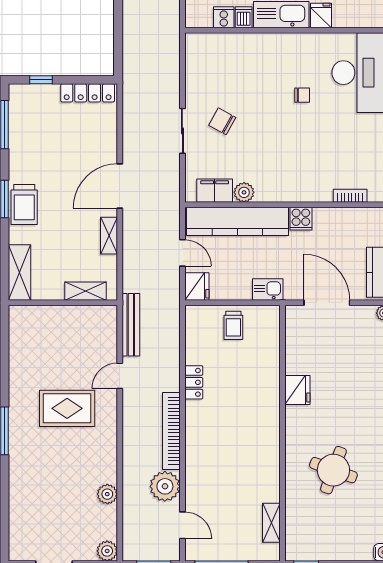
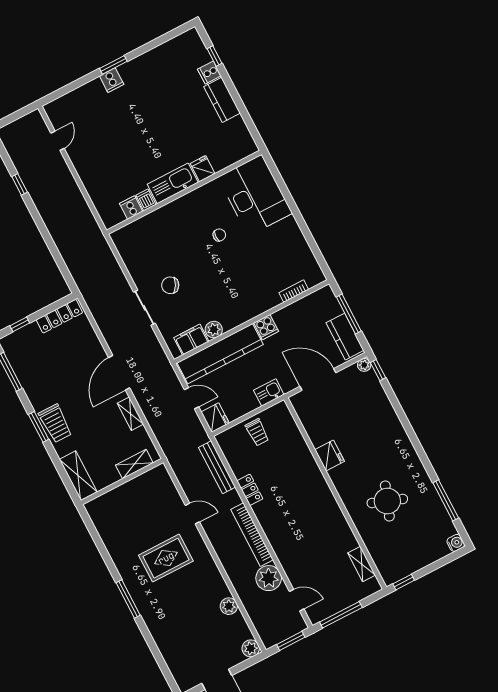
bench: (131, 325) -> (217, 467), moved
door: (120, 376) -> (192, 514), swing flipped

